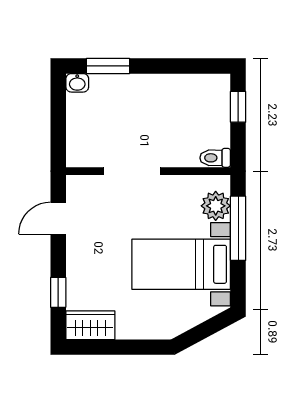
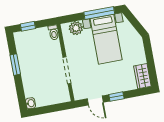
window: (108, 66) -> (15, 65), moved
window: (238, 228) -> (99, 13), moved
window: (58, 292) -> (116, 97), moved

